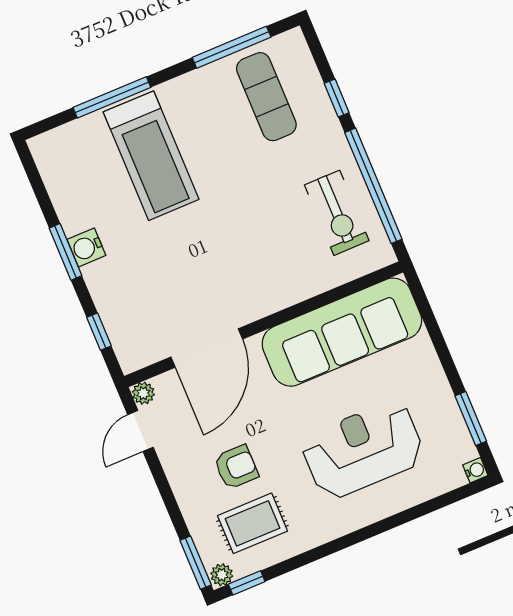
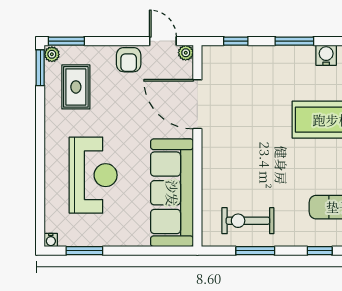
window: (373, 186) -> (255, 251), width x0.47
water cooler: (86, 247) -> (326, 55), moved
armchair: (236, 467) -> (129, 60), moved
window: (247, 583) -> (40, 68), width x1.50

